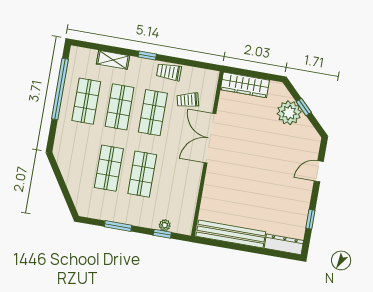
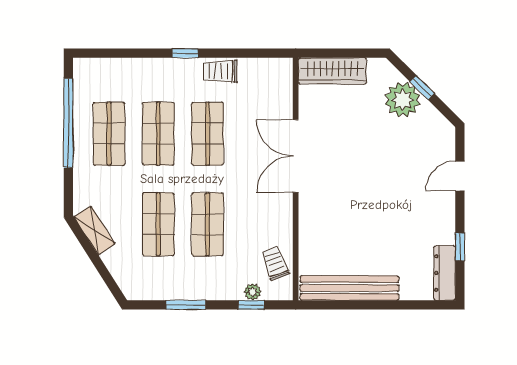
shelving: (113, 60) -> (95, 230), moved, turned 57
trolley: (188, 100) -> (275, 263), moved, turned 84
dresser: (284, 244) -> (445, 273), moved, turned -90

